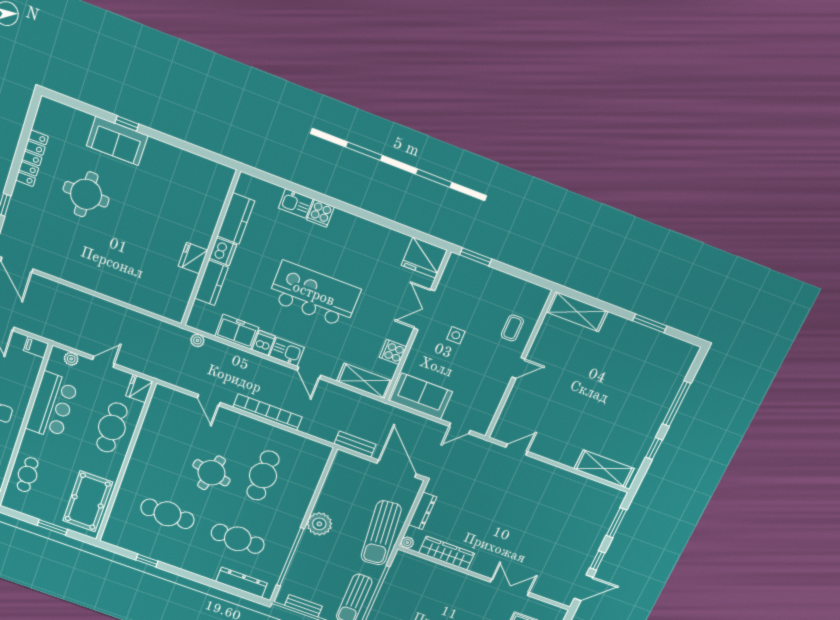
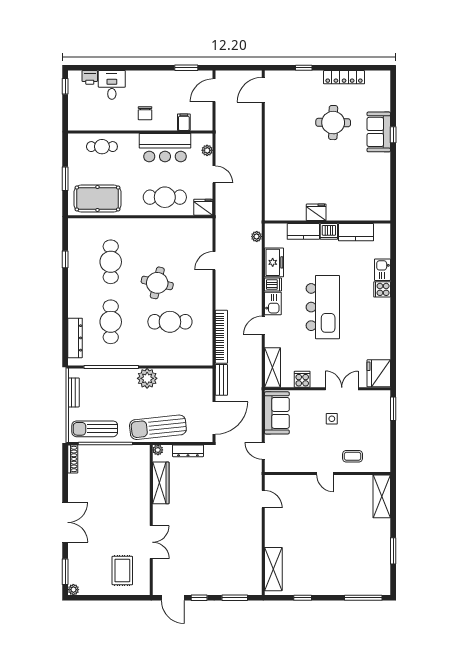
filing cabinet: (36, 347) -> (184, 122), moved
window: (677, 404) -> (363, 598), moved
bookcase: (268, 412) -> (221, 337), moved

